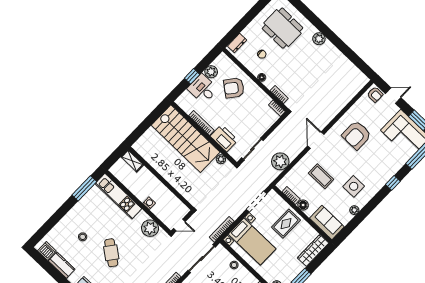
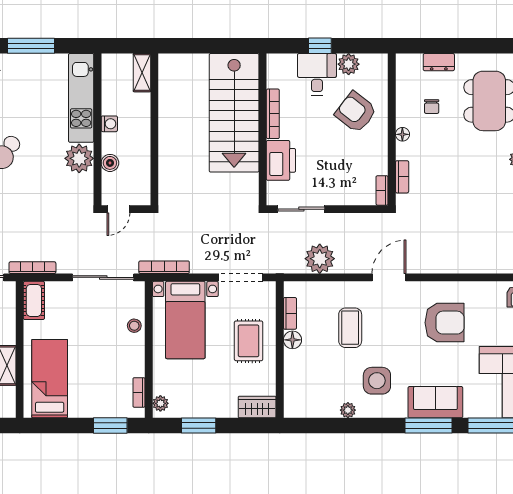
dresser: (237, 43) -> (439, 62), moved
armchair: (357, 135) -> (445, 323), turned 180
plant: (221, 159) -> (251, 182), removed
window: (393, 183) -> (428, 426), width x2.17
window: (84, 188) -> (31, 46), moved
washing machine: (149, 203) -> (109, 124), moved
boiler: (157, 210) -> (110, 163), added
sofa: (327, 222) -> (435, 402), moved, turned -90
rug: (286, 224) -> (249, 341), turned 90
door: (179, 225) -> (118, 209), hinge flipped
plant: (150, 228) -> (79, 158), moved
wardrobe: (313, 250) -> (257, 407), width x0.67

